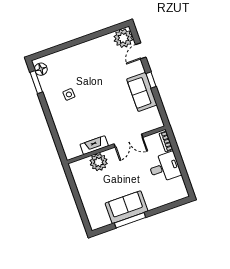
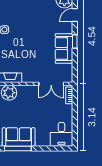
double door: (128, 141) -> (51, 84), moved
desk: (164, 167) -> (61, 134), moved, turned 90

